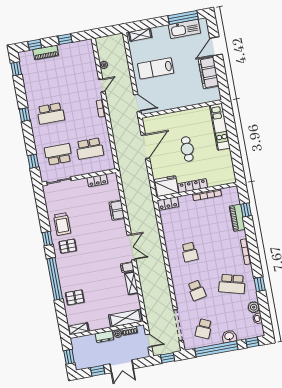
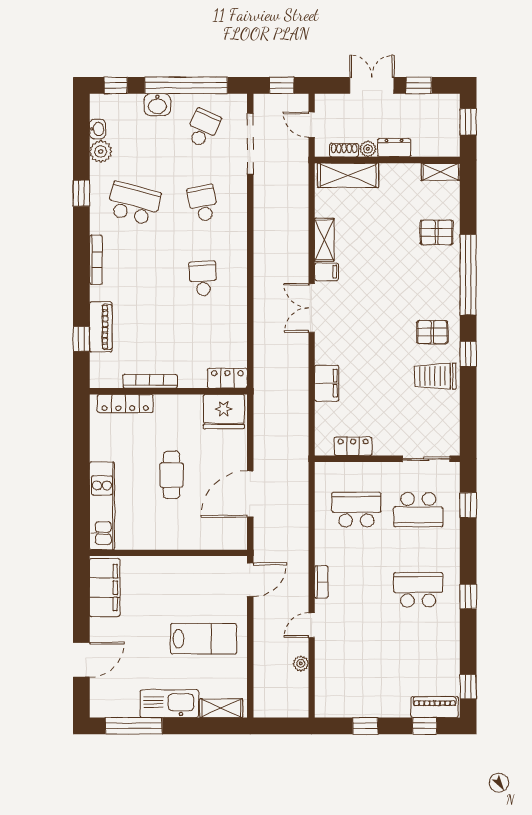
kitchen sink: (184, 29) -> (169, 704), moved
piano: (46, 53) -> (435, 707), moved
filing cabinet: (209, 73) -> (105, 588), moved
door: (137, 103) -> (250, 580), swing flipped
locker: (193, 186) -> (125, 404), moved
trolley: (62, 224) -> (435, 376), turned -90

